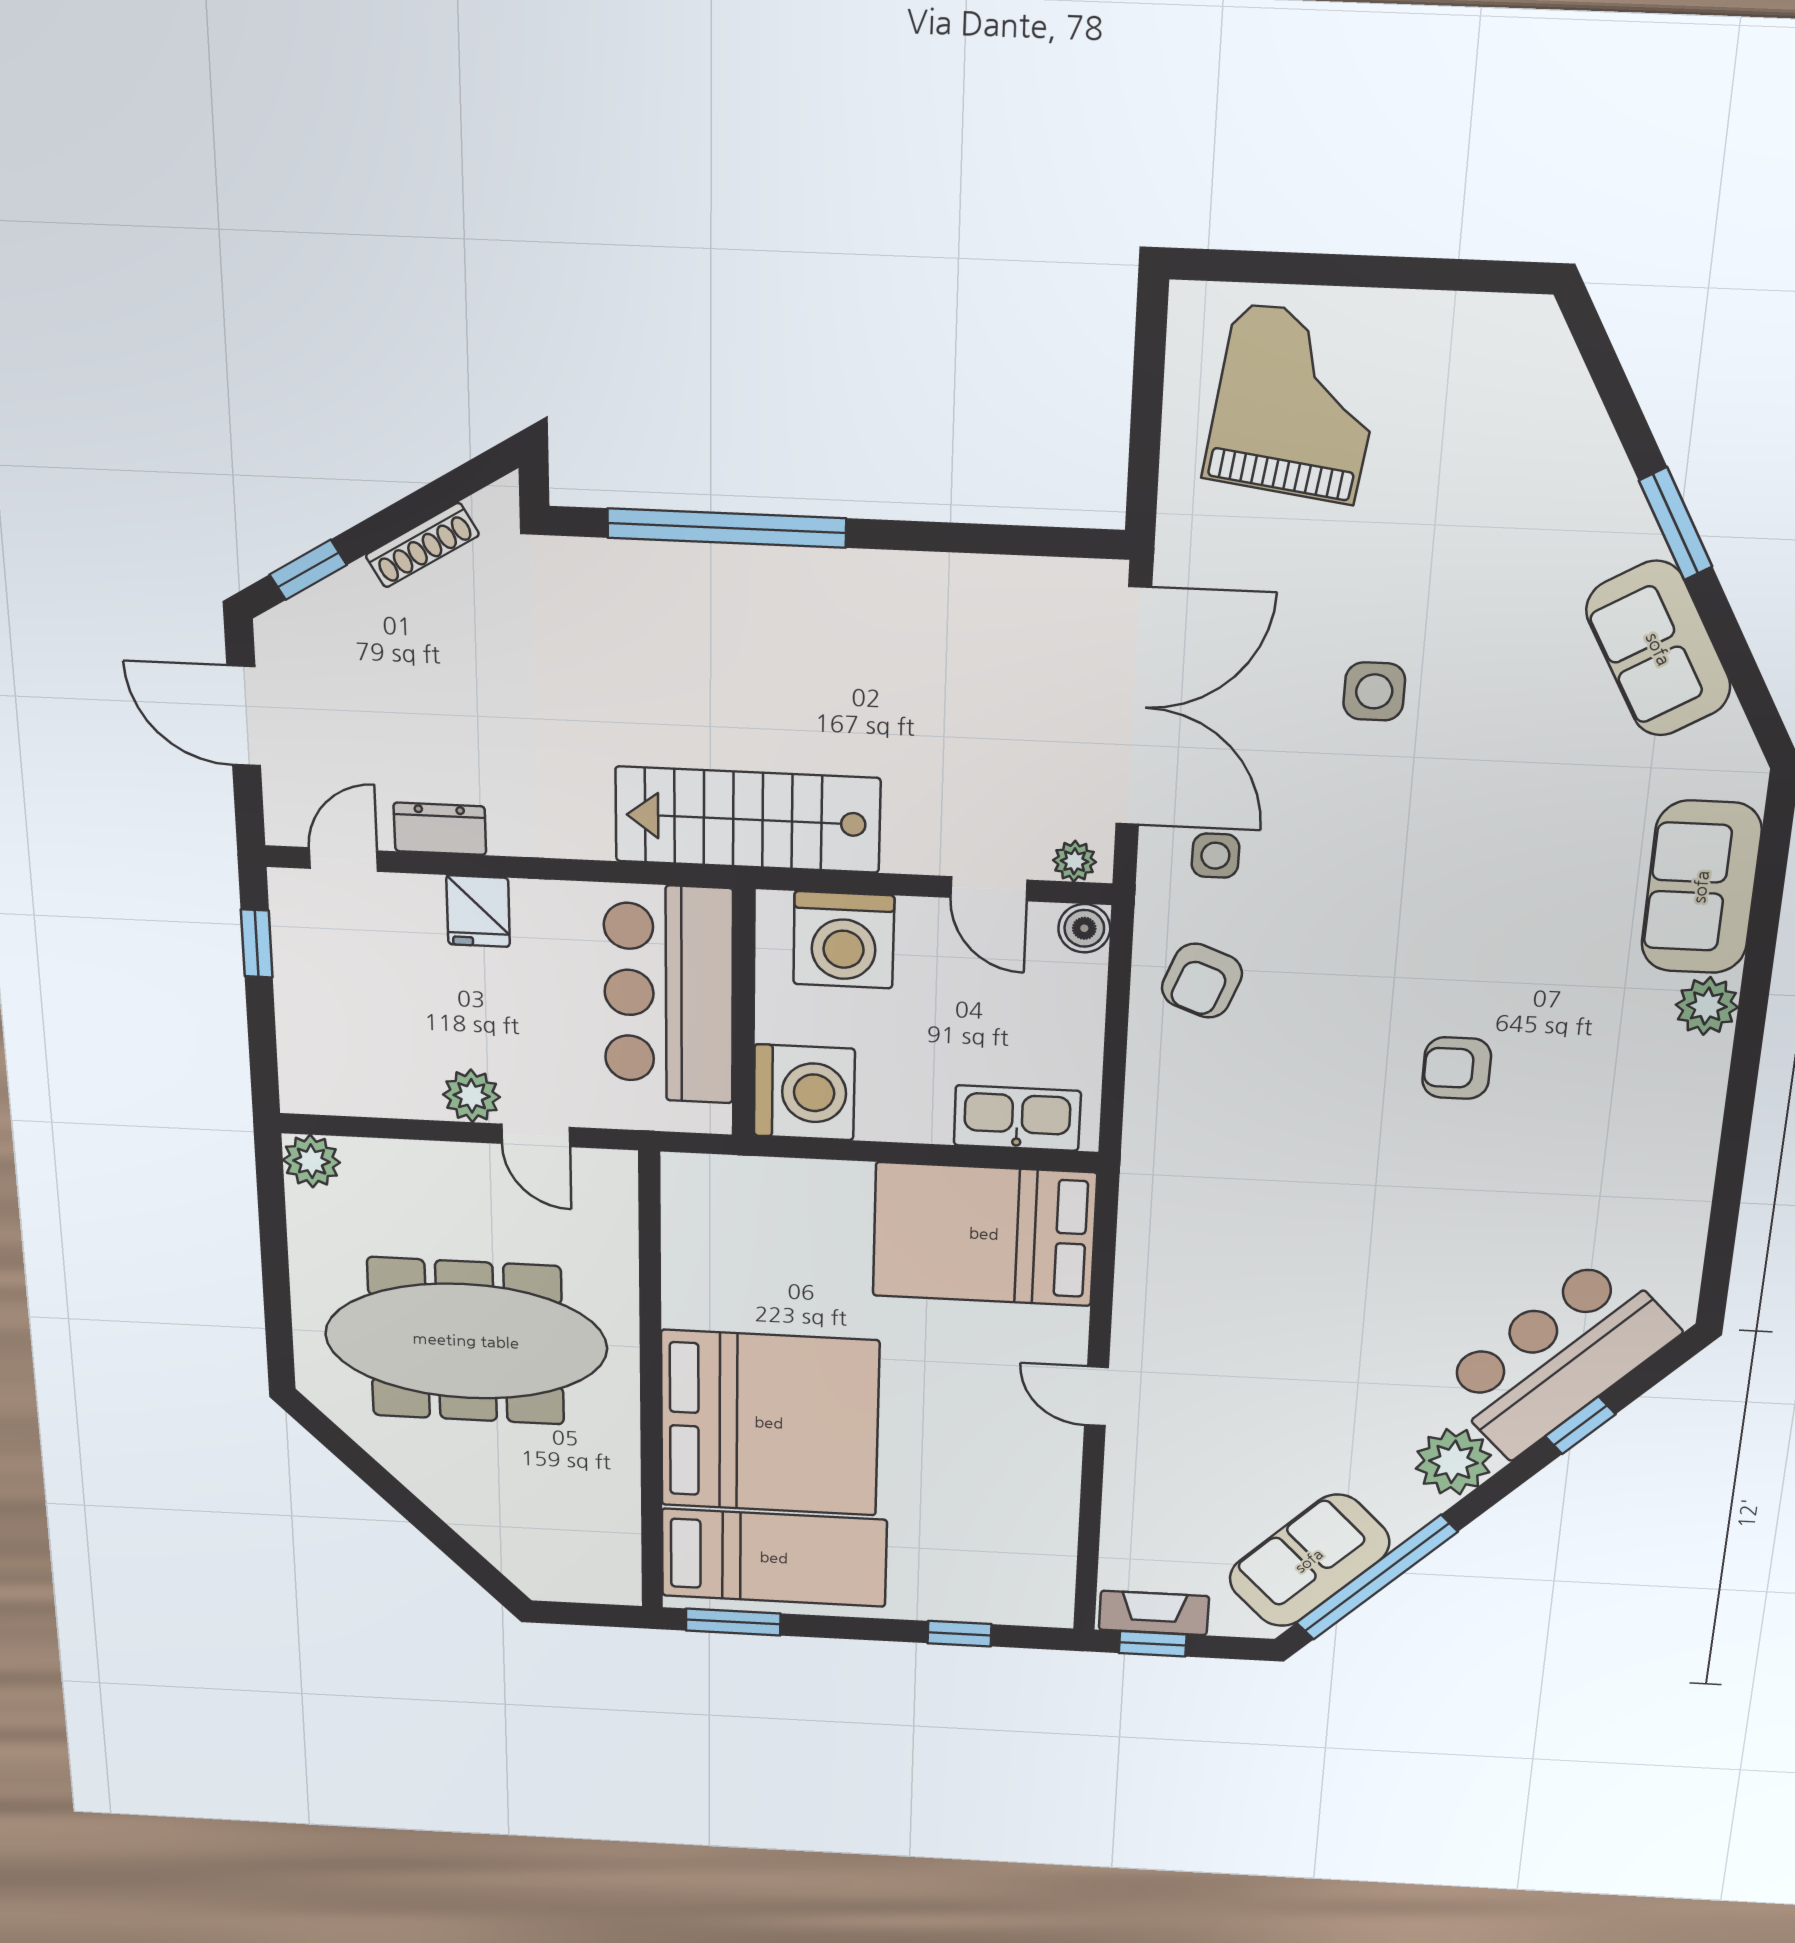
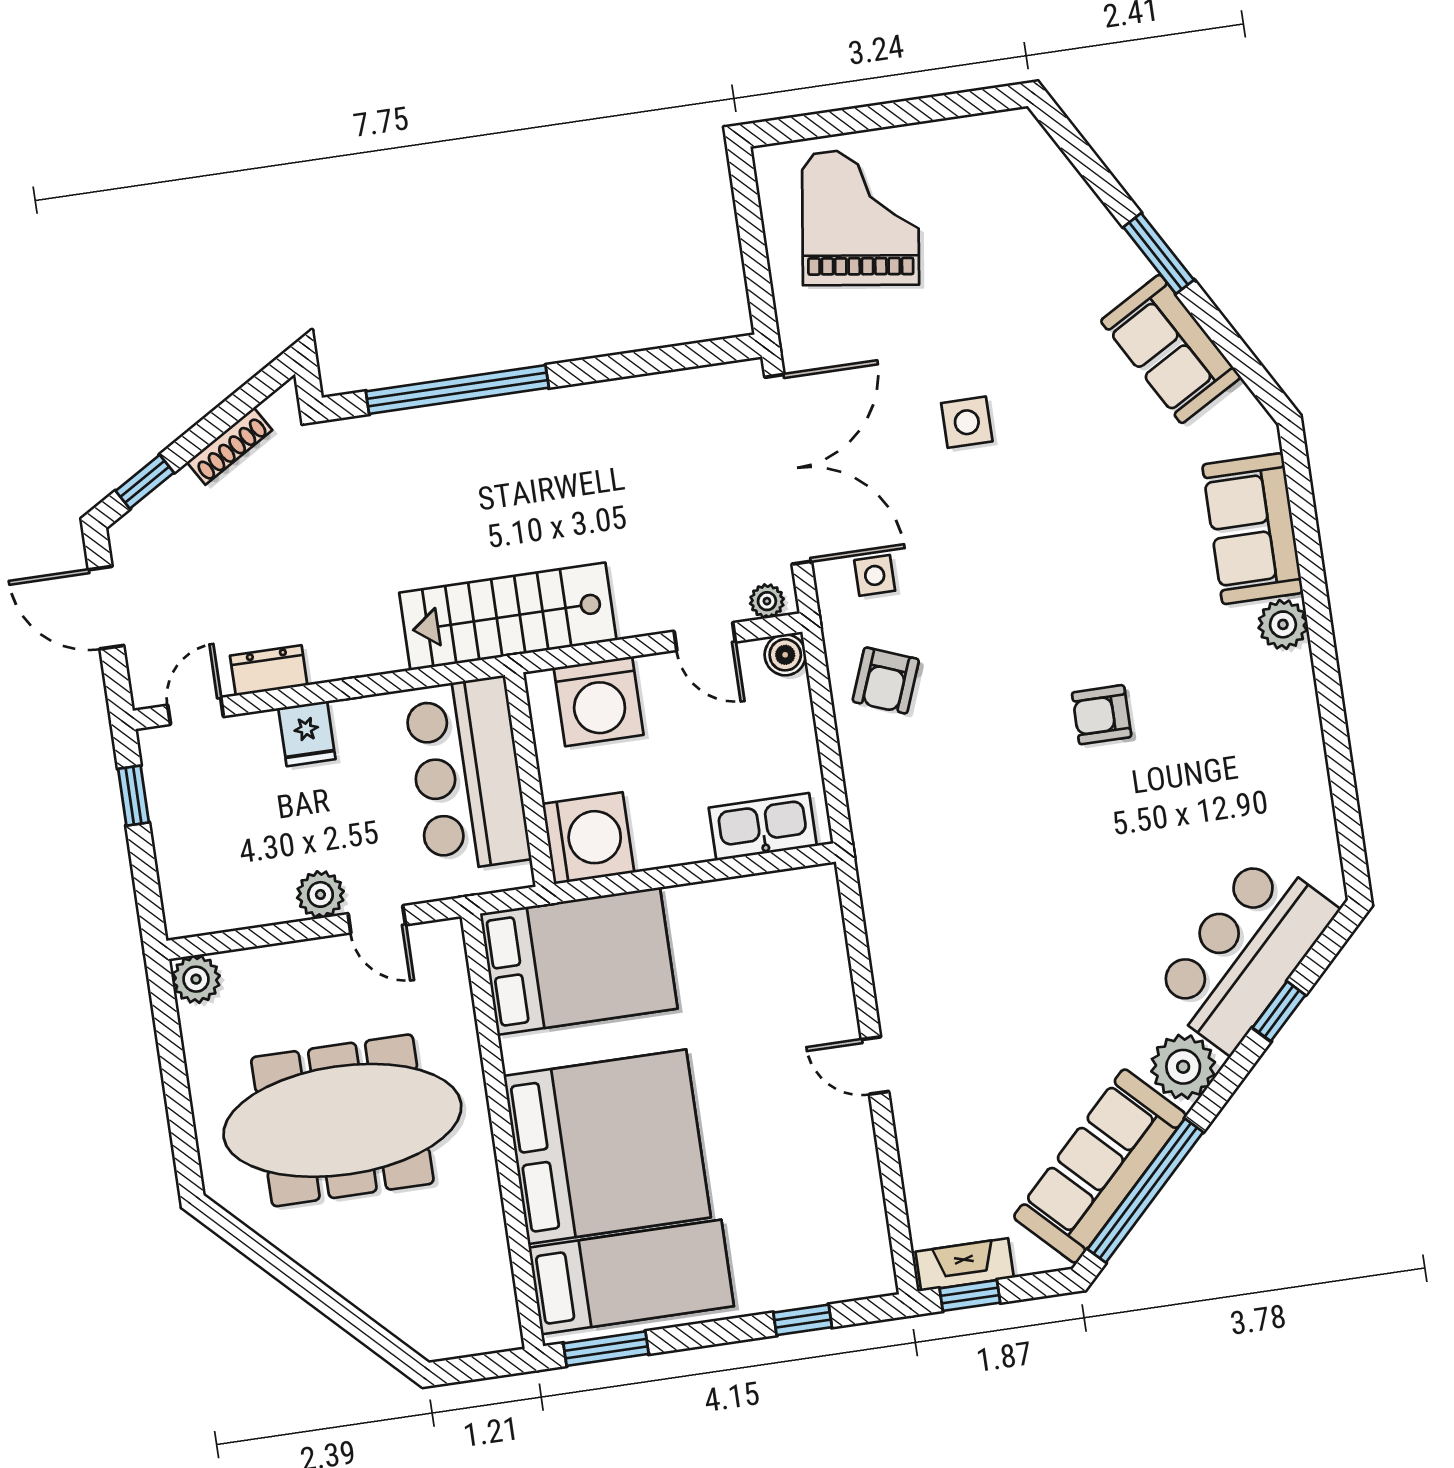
bed: (984, 1234) -> (579, 961), moved, turned 180
sofa: (1309, 1561) -> (1100, 1166), width x1.36

